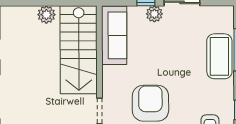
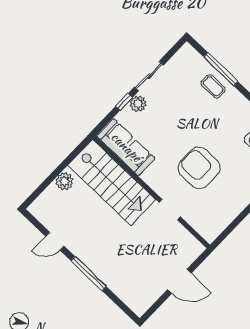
coffee table: (219, 56) -> (213, 86), width x0.54, depth x0.58

